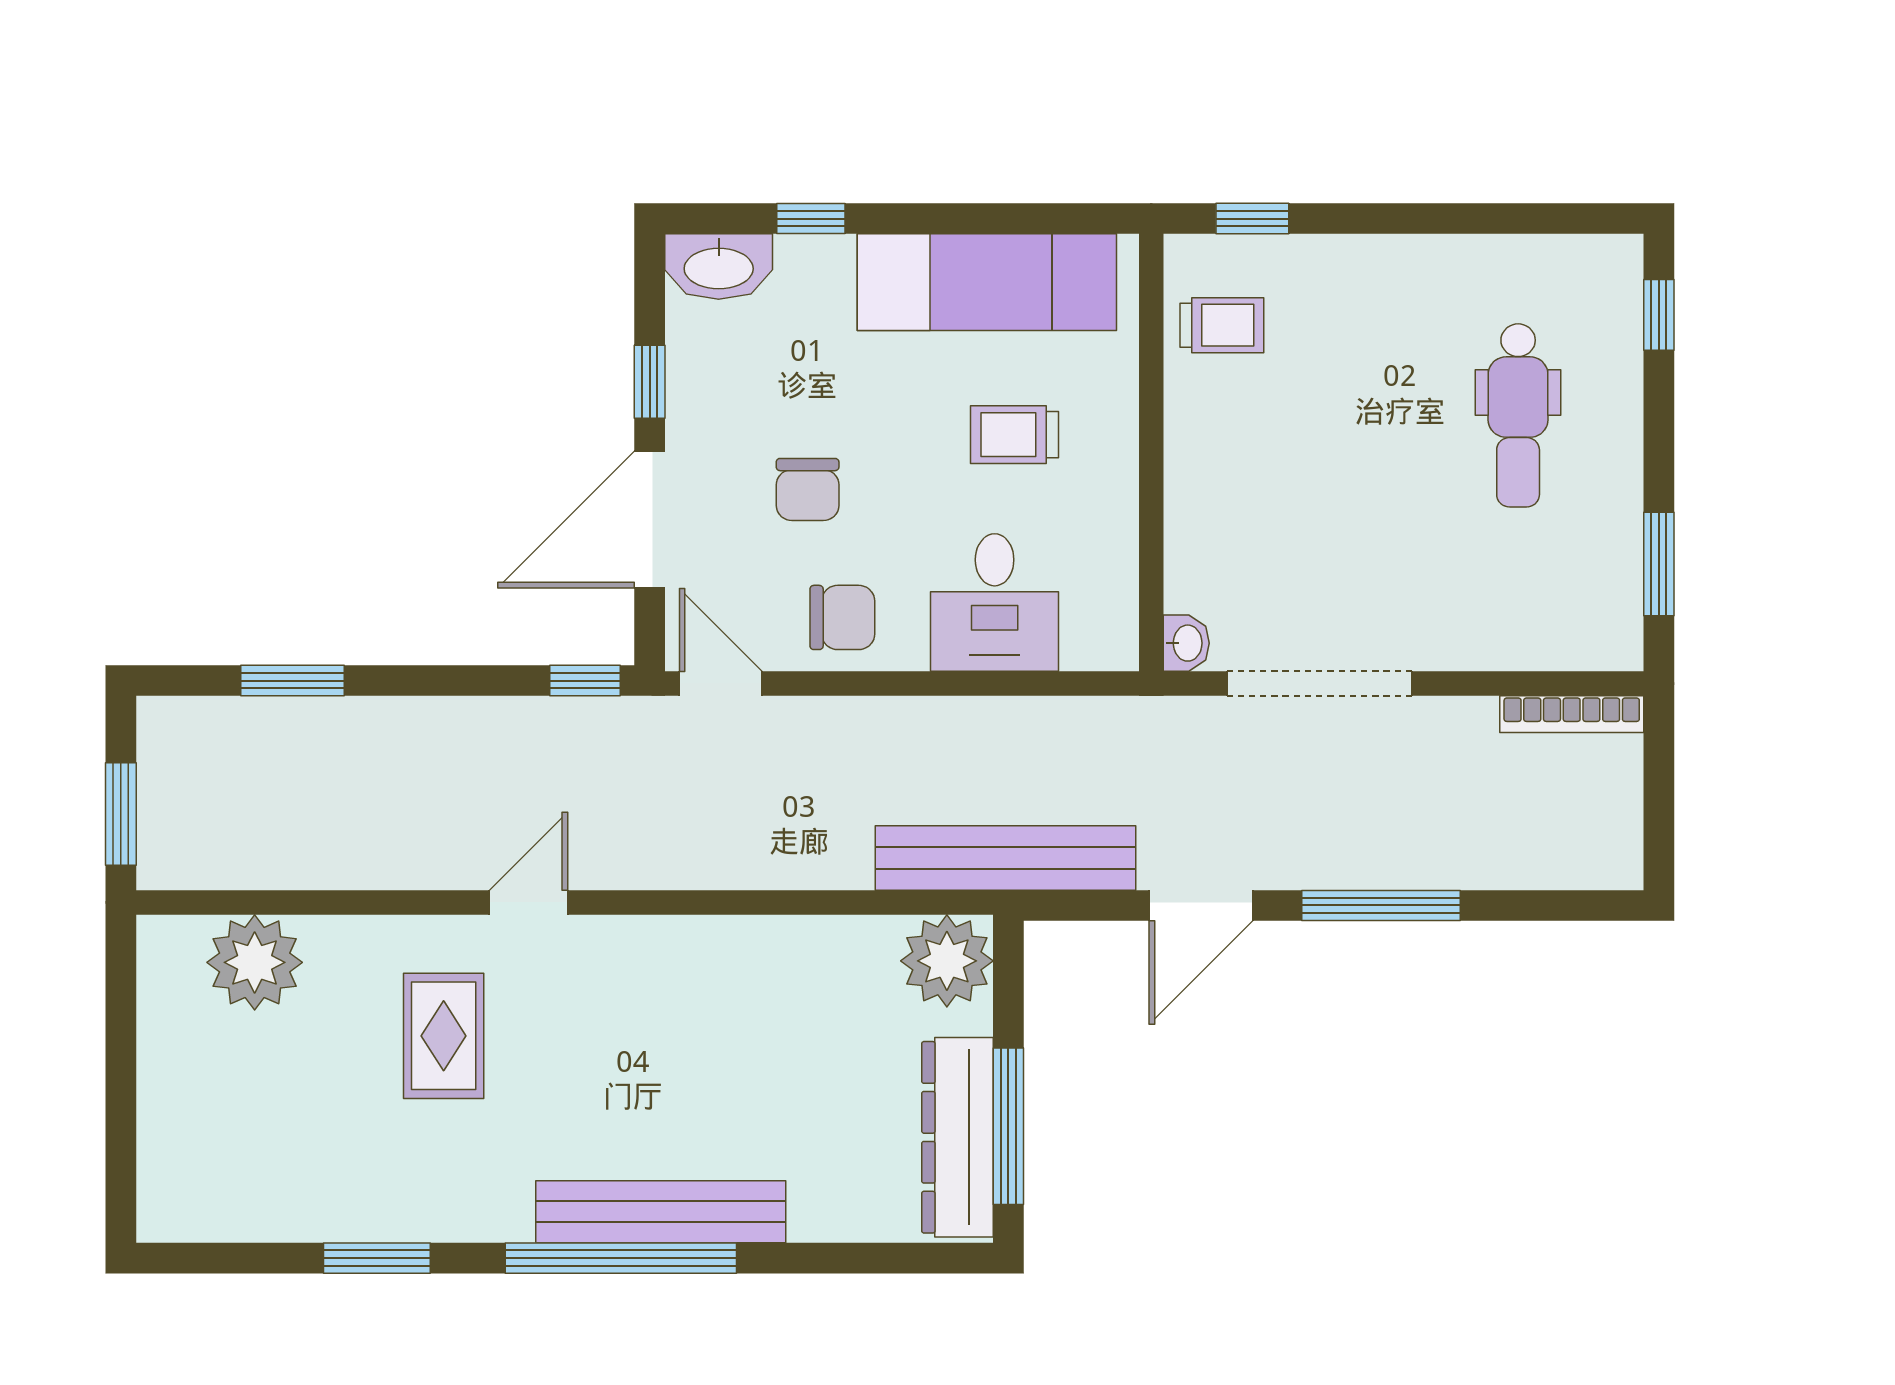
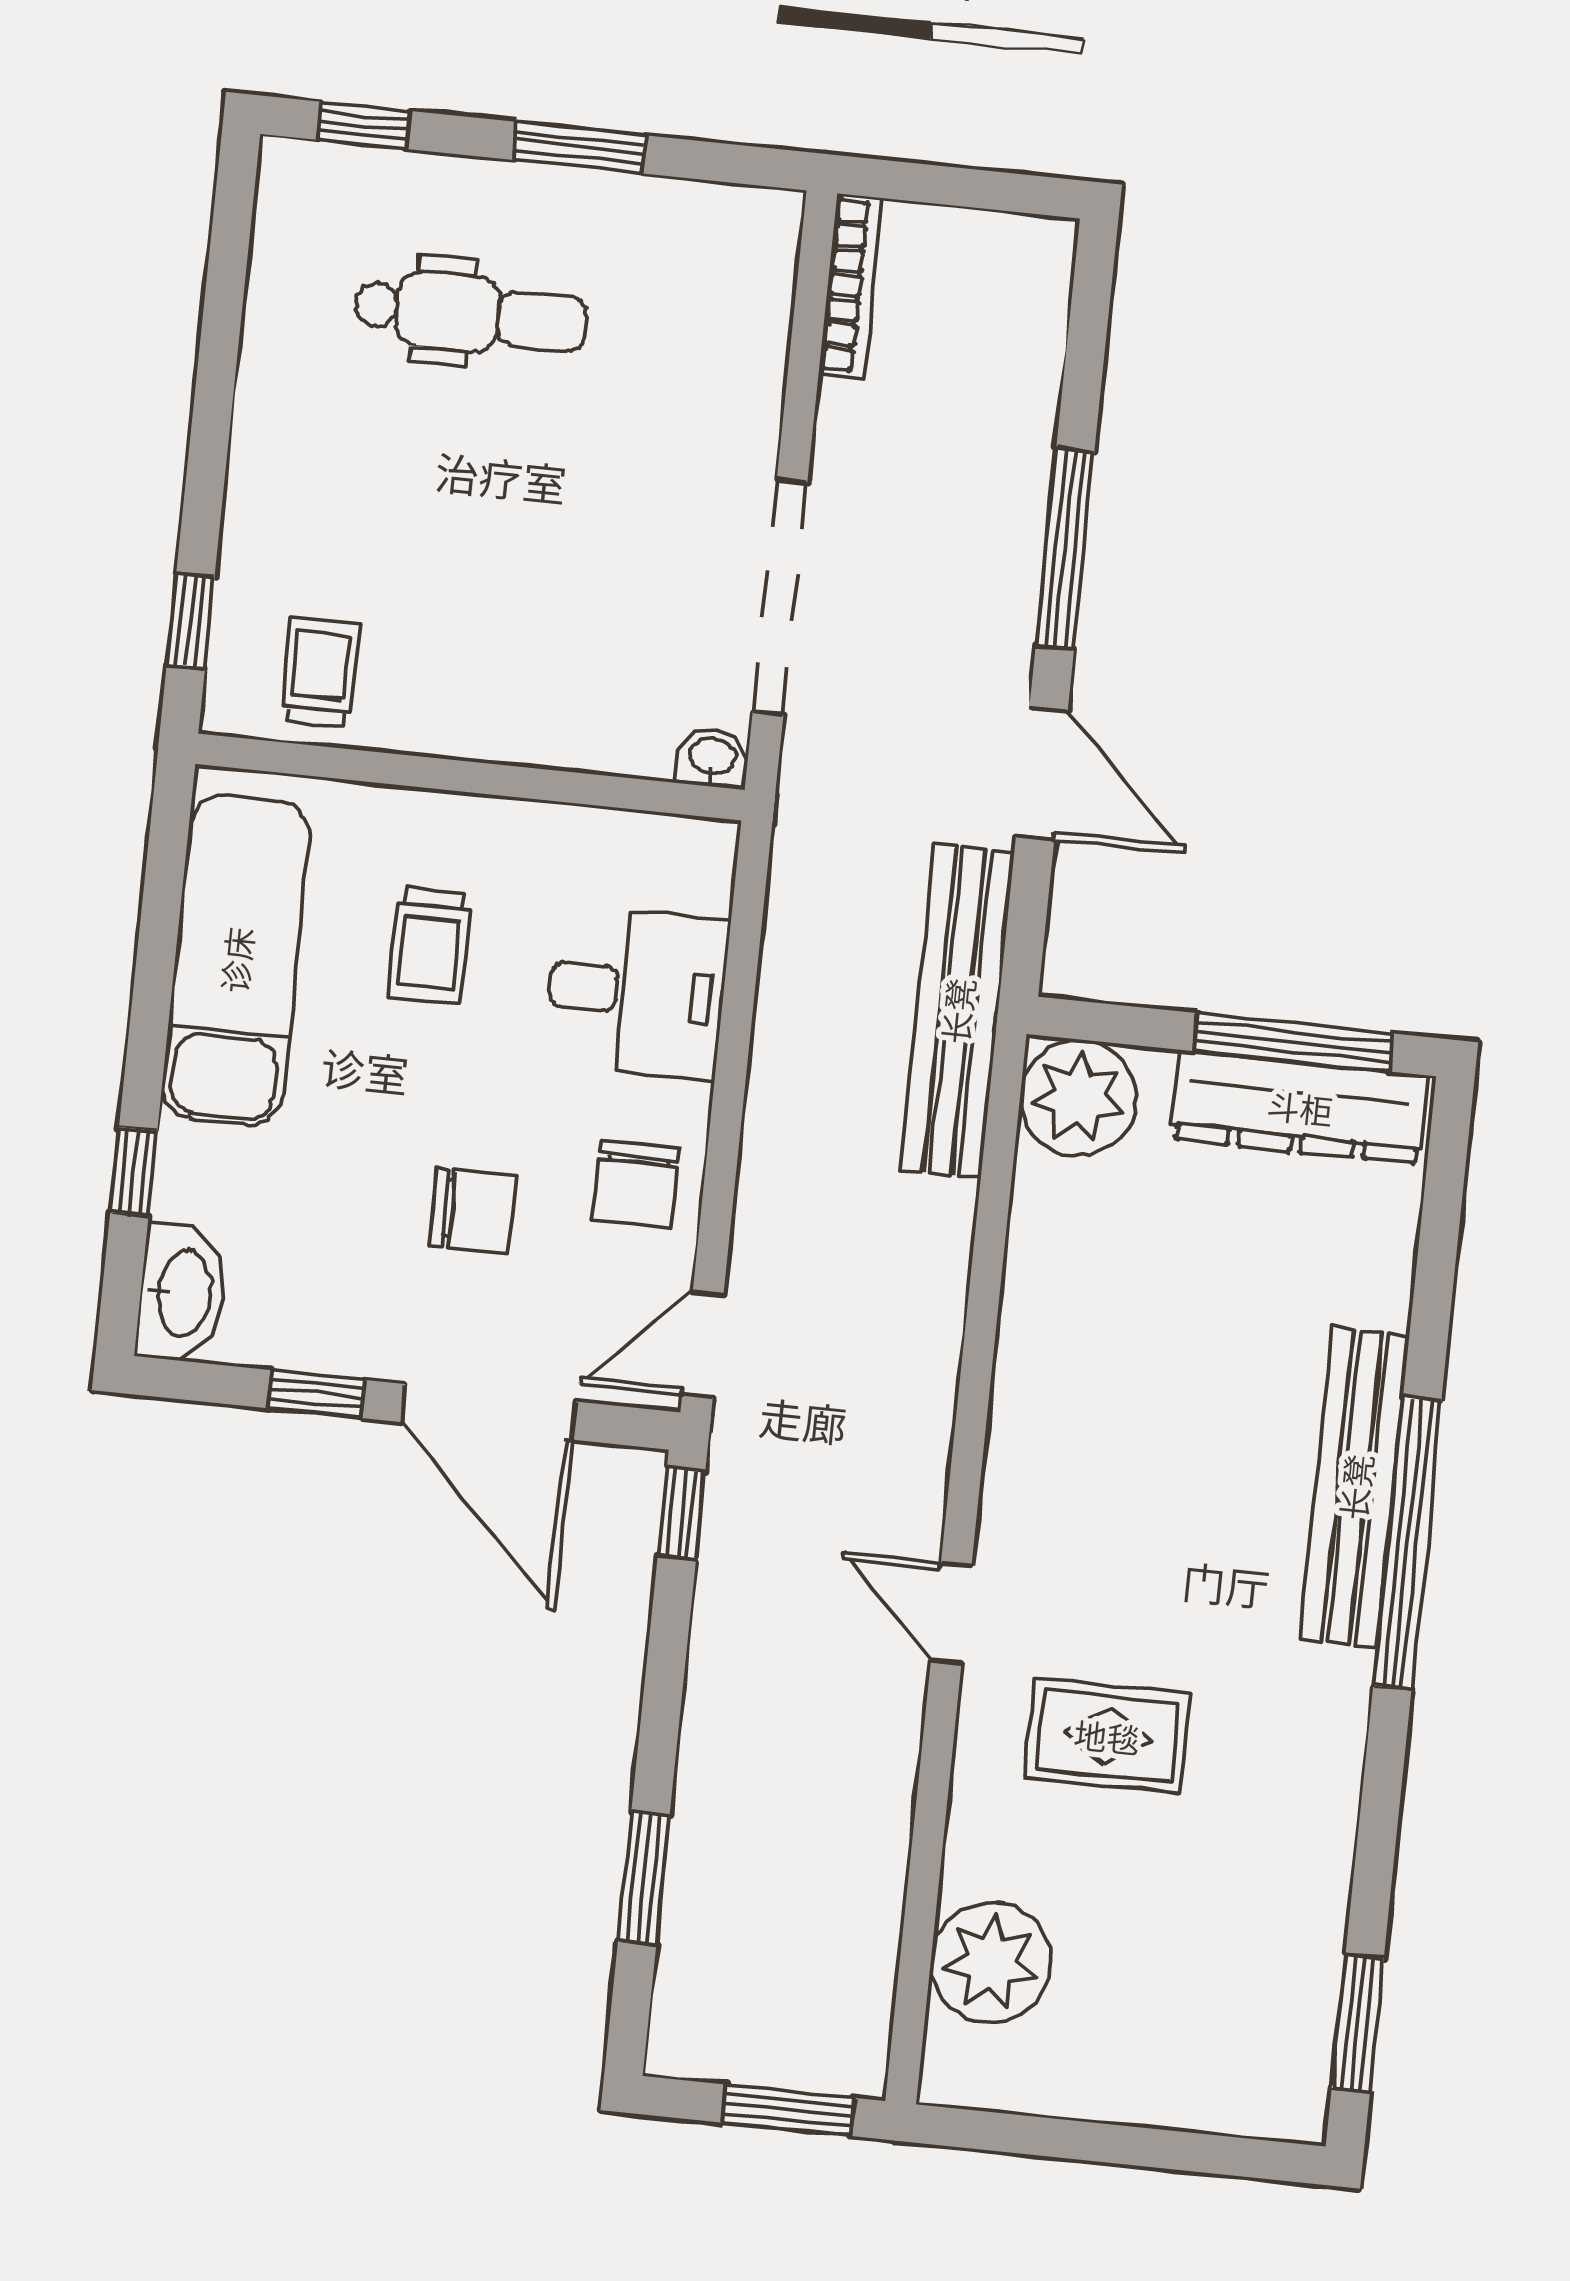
window: (1659, 564) -> (579, 148), moved
chair: (842, 617) -> (636, 1184), turned 180
window: (377, 1258) -> (1358, 2023), moved

